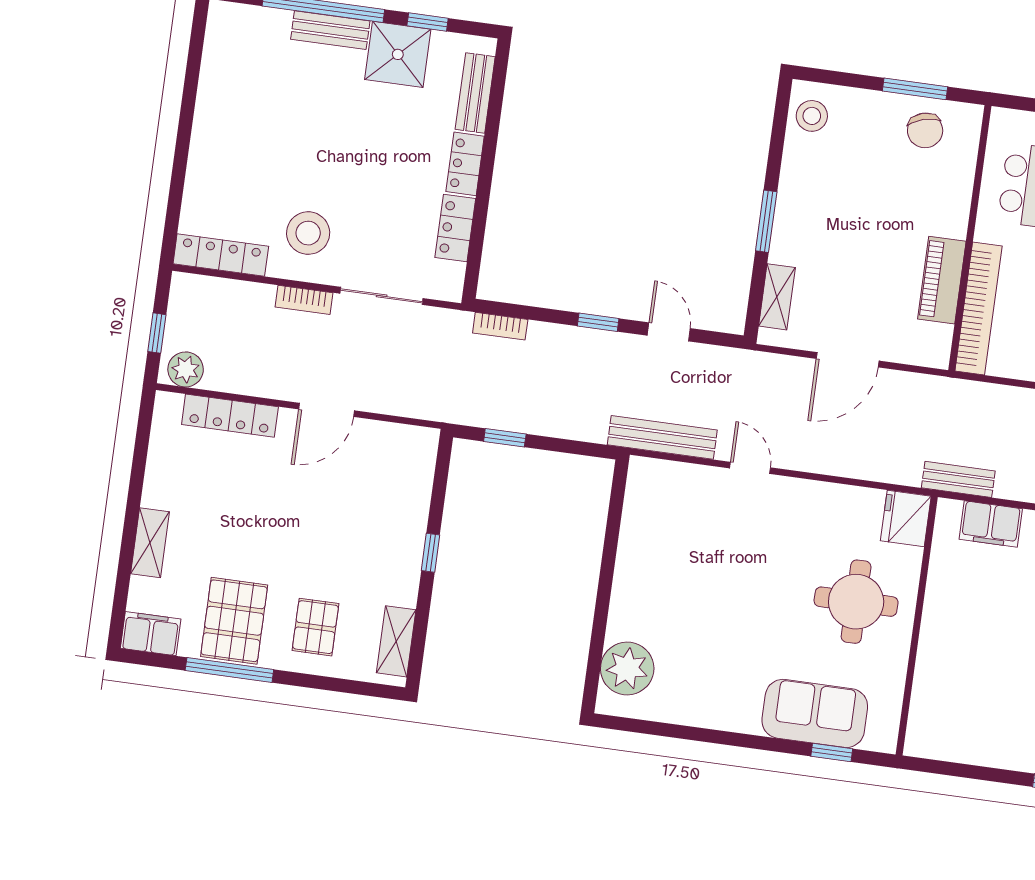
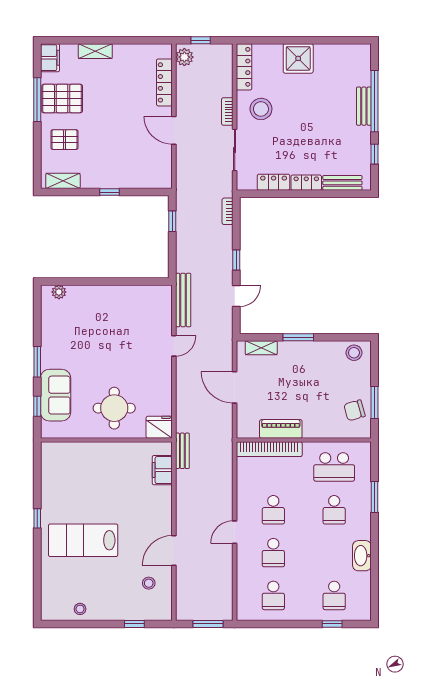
shower: (398, 54) -> (298, 58), moved
plant: (627, 669) -> (59, 292), width x0.53, depth x0.53
window: (744, 741) -> (37, 362), added

